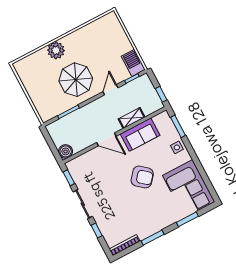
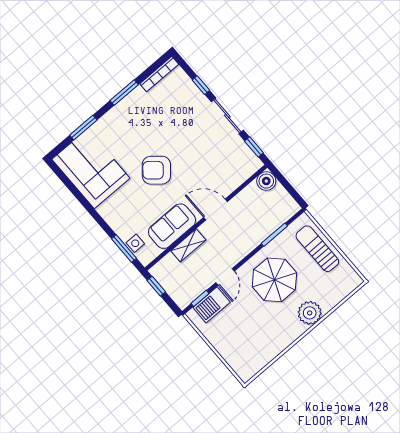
barbecue: (133, 63) -> (212, 305), moved, turned 90
sun lounger: (40, 95) -> (317, 249), added
side table: (177, 147) -> (135, 243), moved

